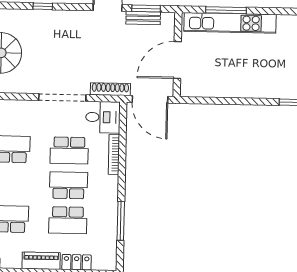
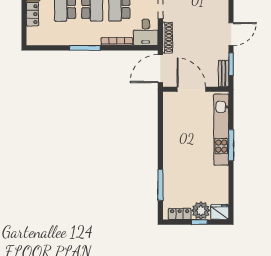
window: (226, 10) -> (231, 145), moved
bench: (143, 18) -> (224, 74), moved
window: (121, 221) -> (85, 48), moved

